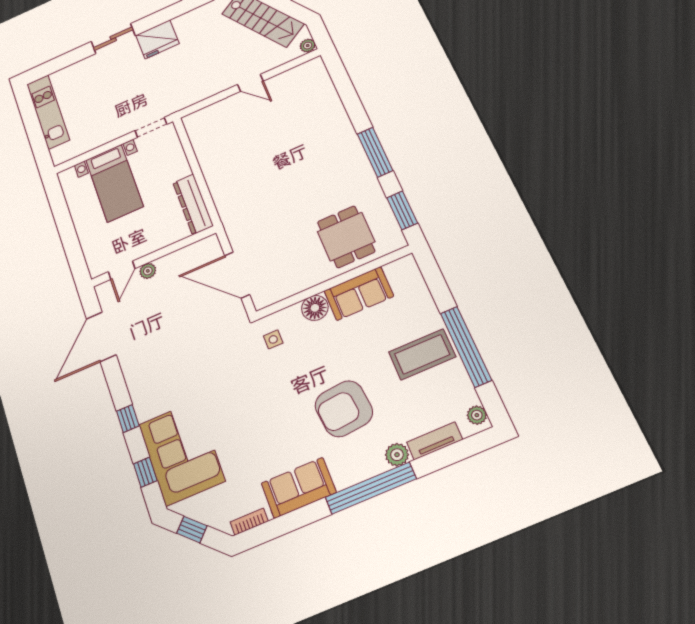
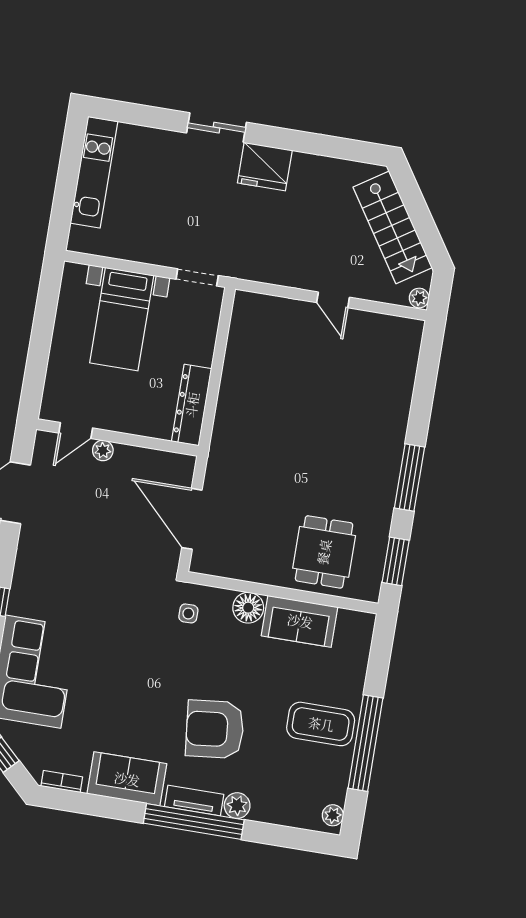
tv unit: (435, 441) -> (194, 801), moved

